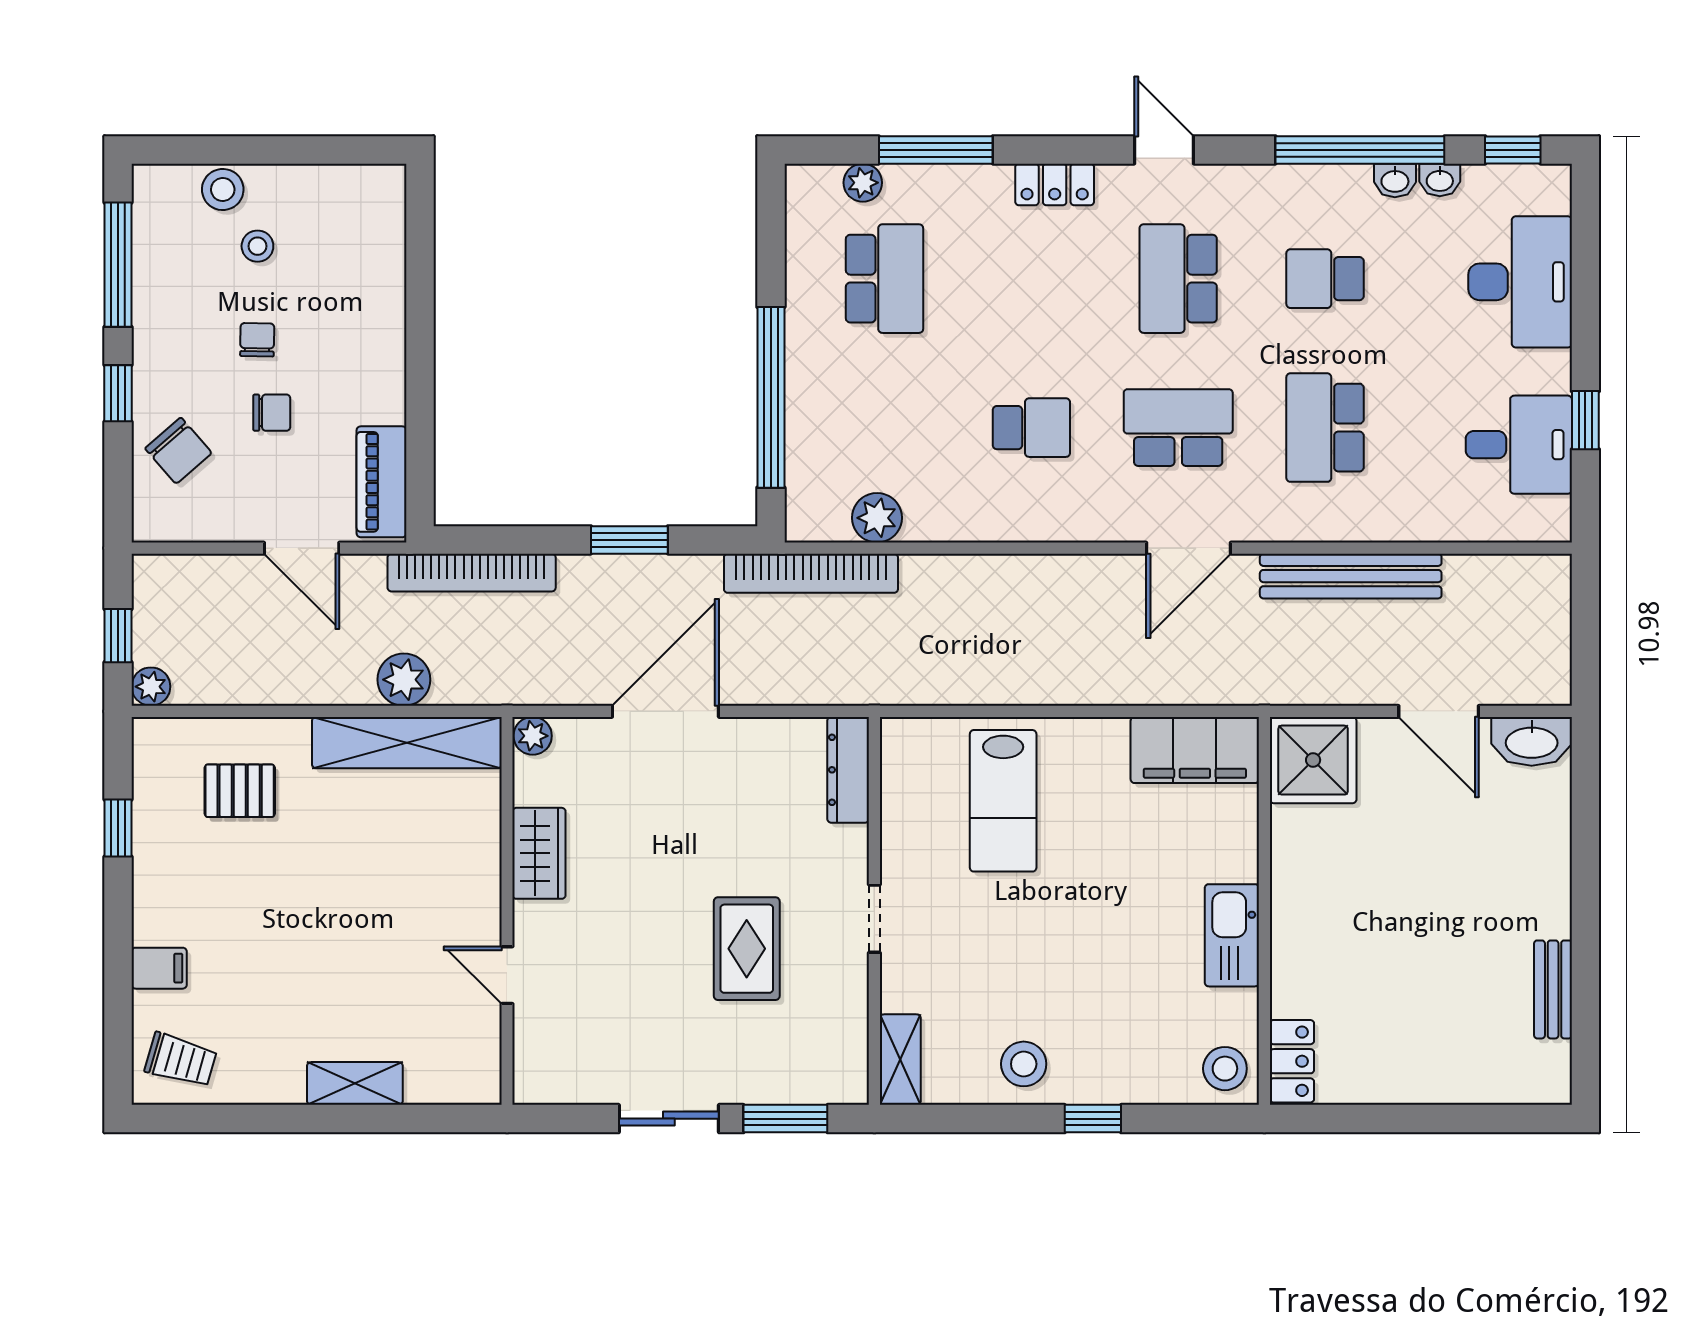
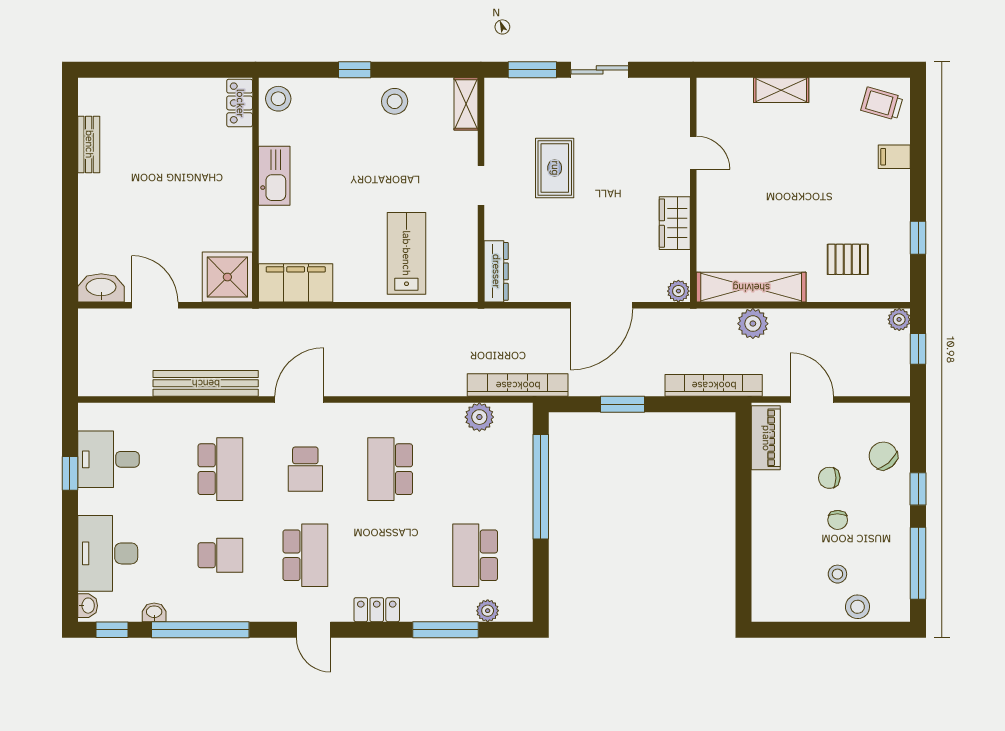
washbasin: (1395, 180) -> (88, 606), moved, turned 90
school desk: (1031, 428) -> (390, 469), width x1.85
school desk: (1178, 428) -> (305, 469), width x0.54

